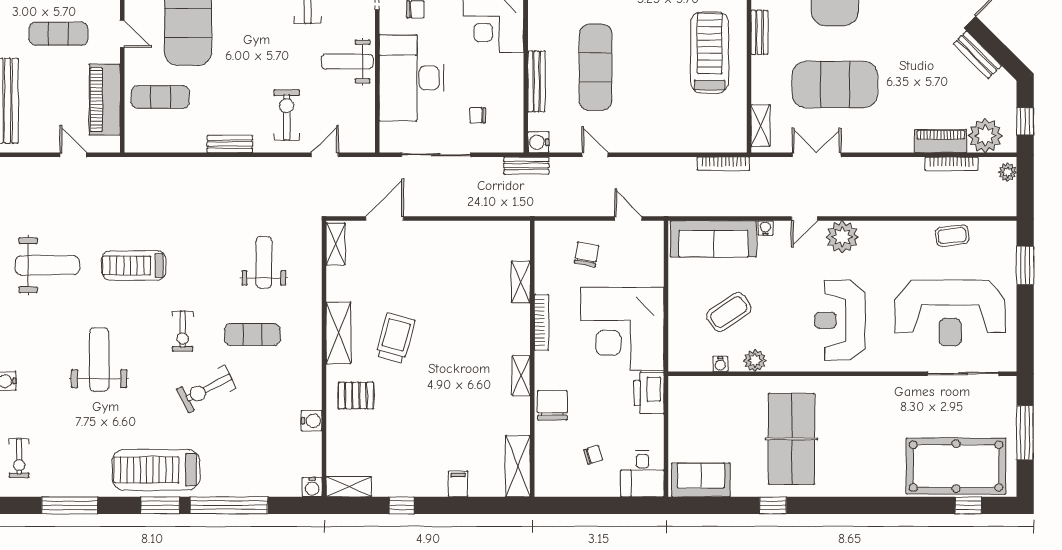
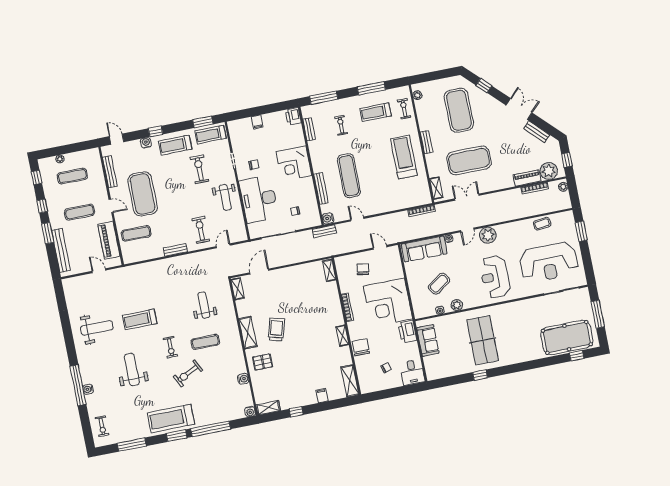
weight bench: (347, 62) -> (225, 197), turned -90
shelving: (521, 282) -> (329, 270), moved
sofa: (701, 480) -> (428, 340), moved, turned 90

